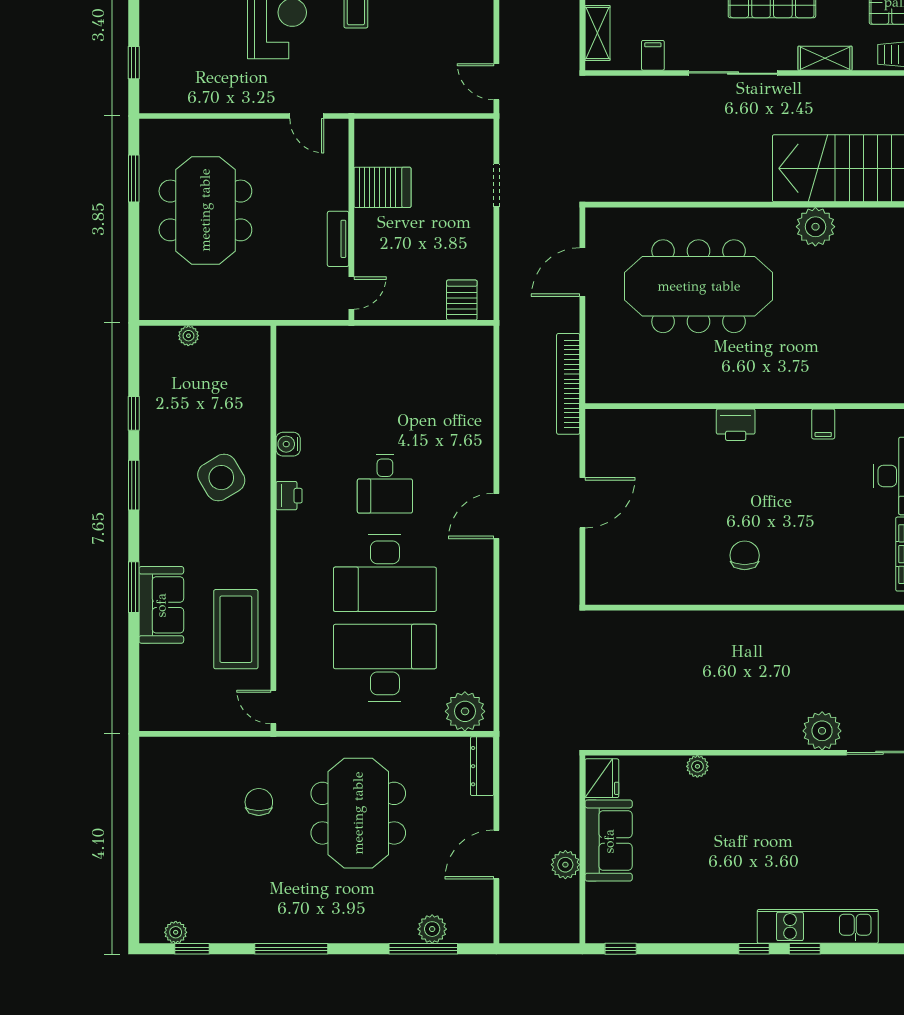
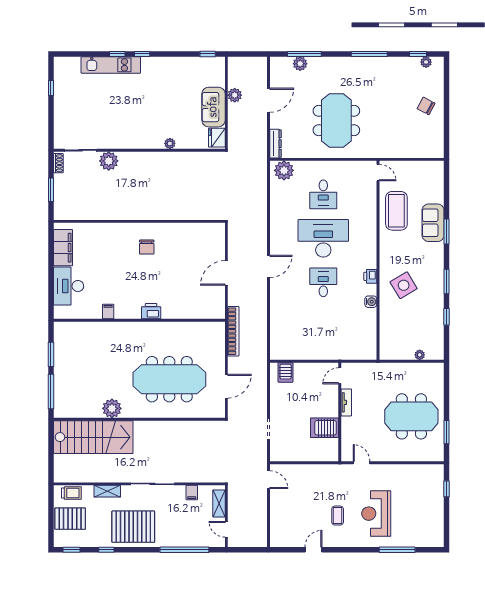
meeting table: (205, 210) -> (411, 416), turned 90
desk: (385, 663) -> (323, 194), width x0.53, depth x0.77
chair: (259, 802) -> (426, 106), moved, turned 118

